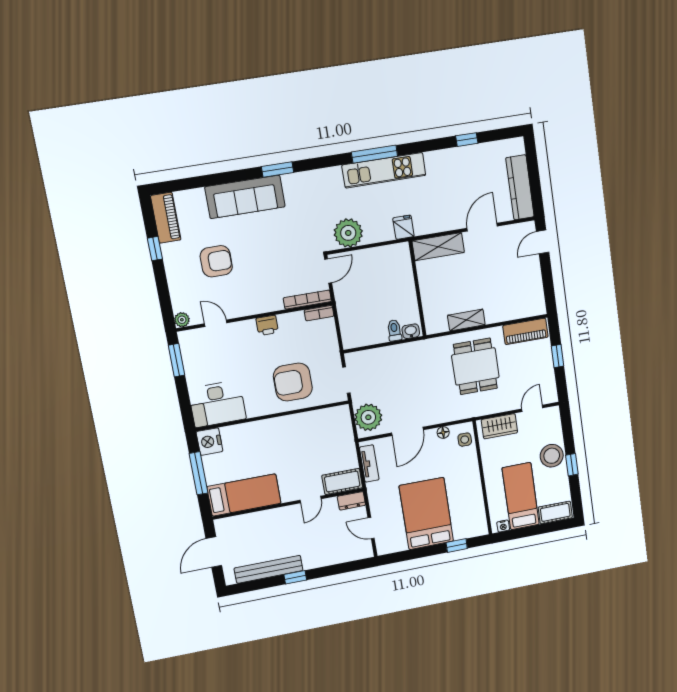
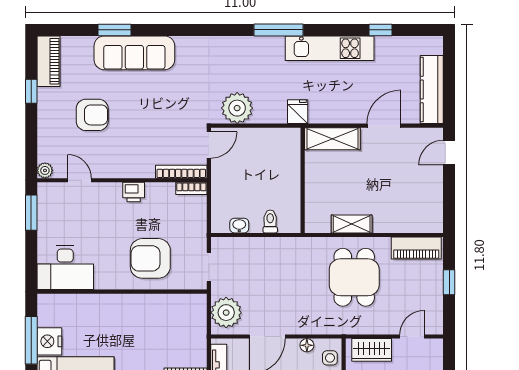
window: (278, 169) -> (115, 30), moved
kitchen unit: (384, 170) -> (330, 48), moved
washbasin: (411, 331) -> (239, 226), moved
nightstand: (209, 442) -> (49, 341), moved

